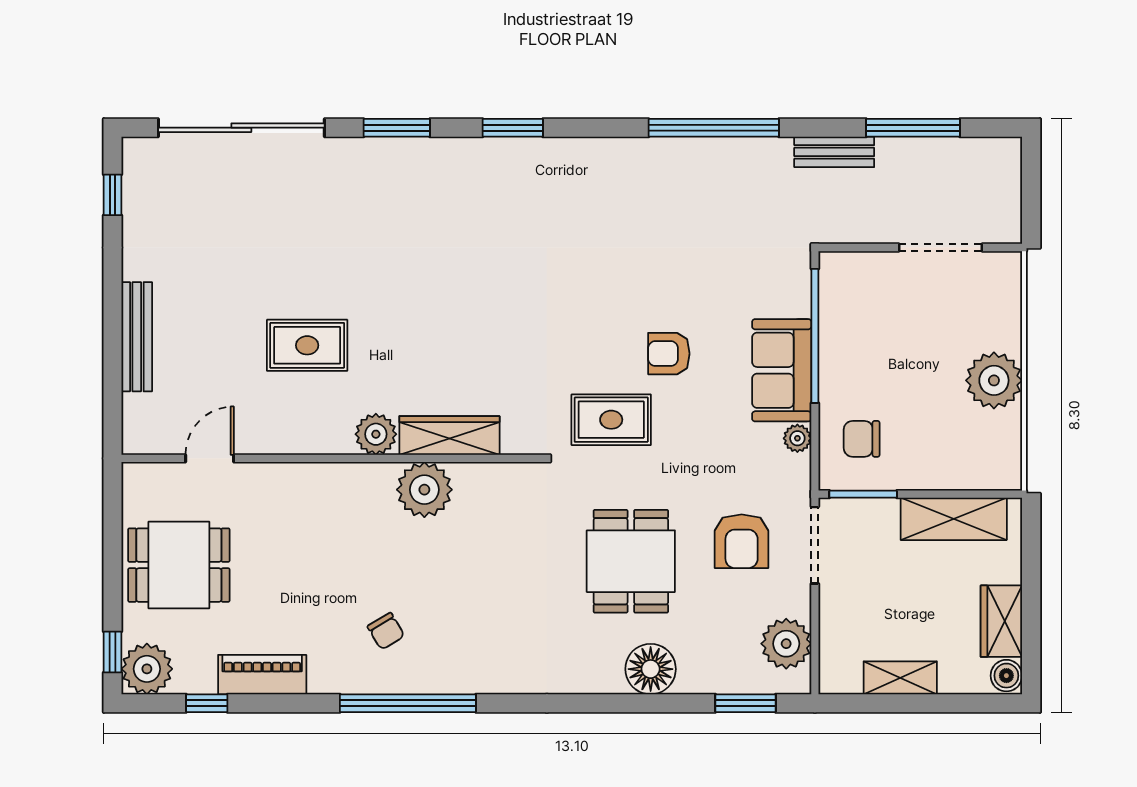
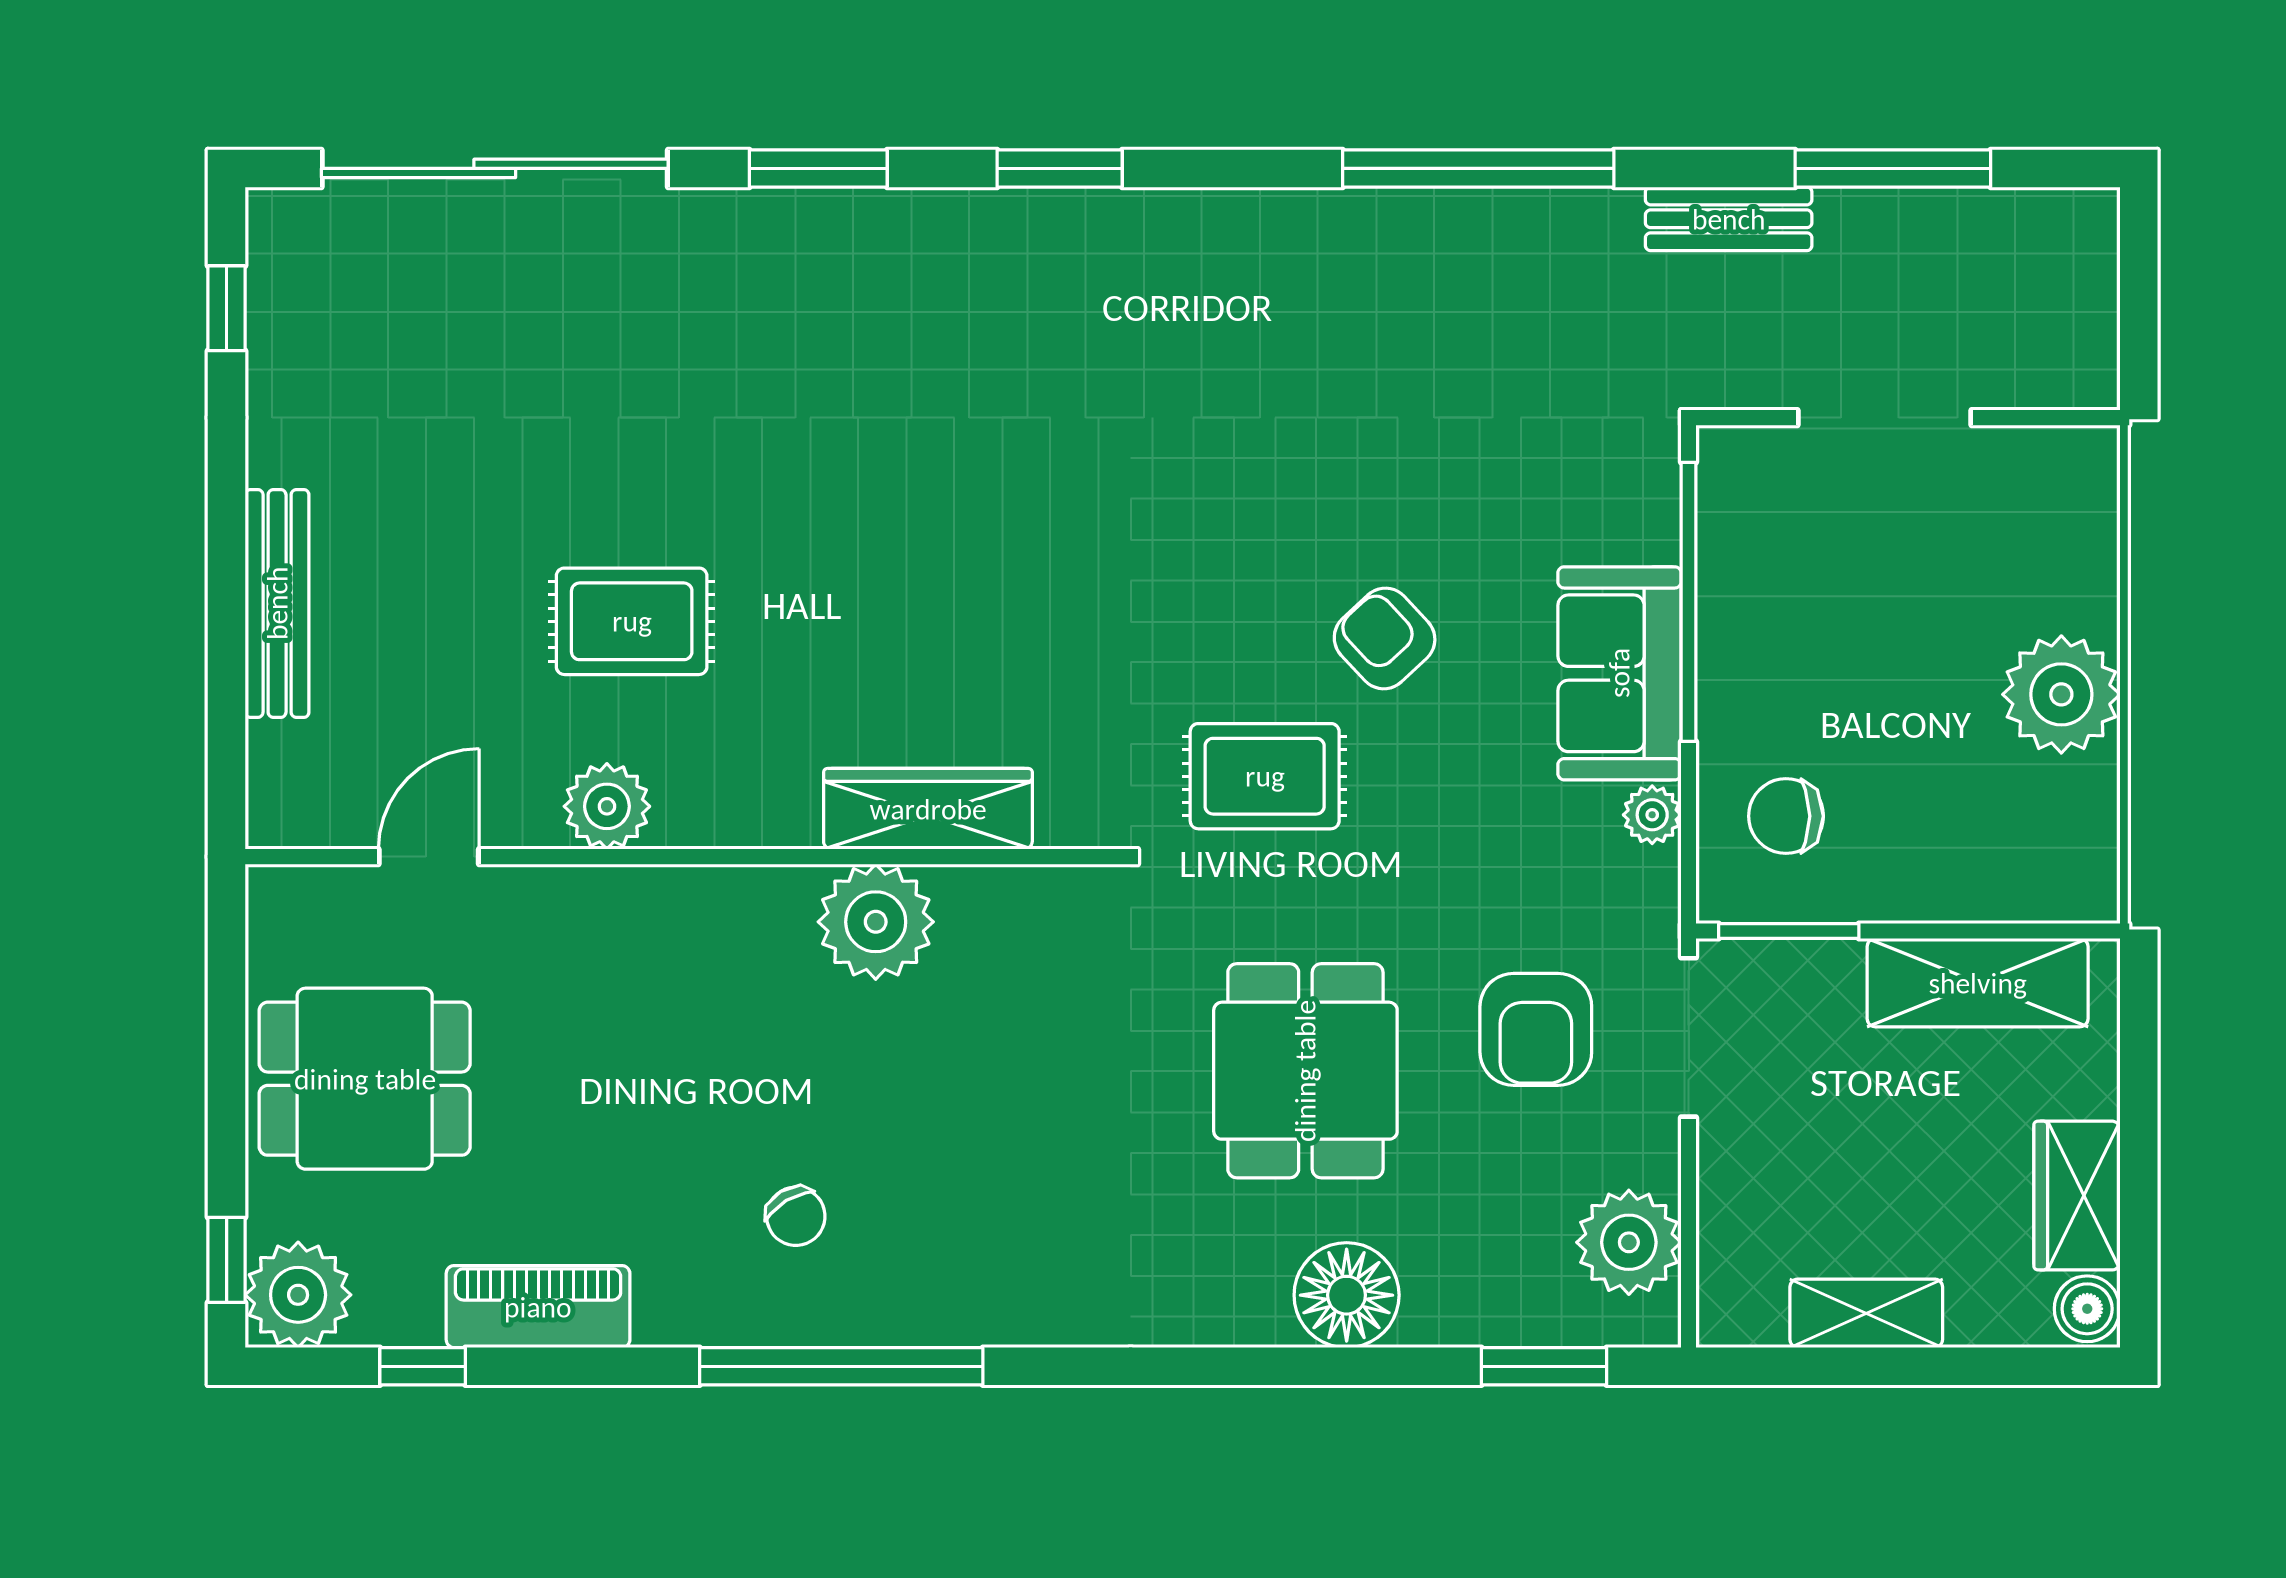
doorway: (940, 247) -> (1885, 418), moved
armchair: (669, 354) -> (1385, 638), turned 47
plant: (376, 434) -> (607, 806), moved

